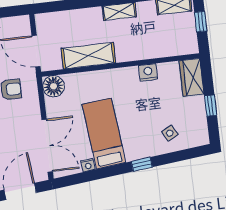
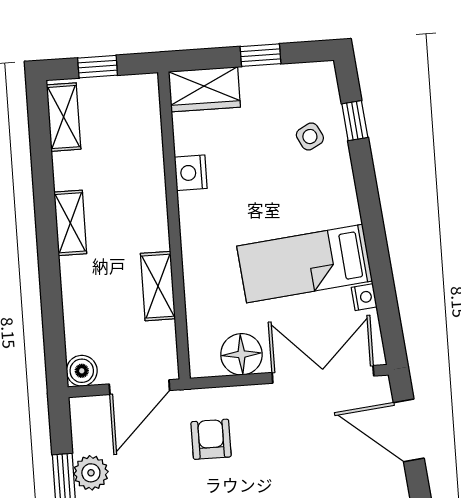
boiler: (43, 21) -> (82, 371), added
shelving: (88, 56) -> (158, 286), width x0.67, depth x0.75
floor lamp: (54, 86) -> (241, 354), moved
window: (142, 164) -> (355, 121), moved

